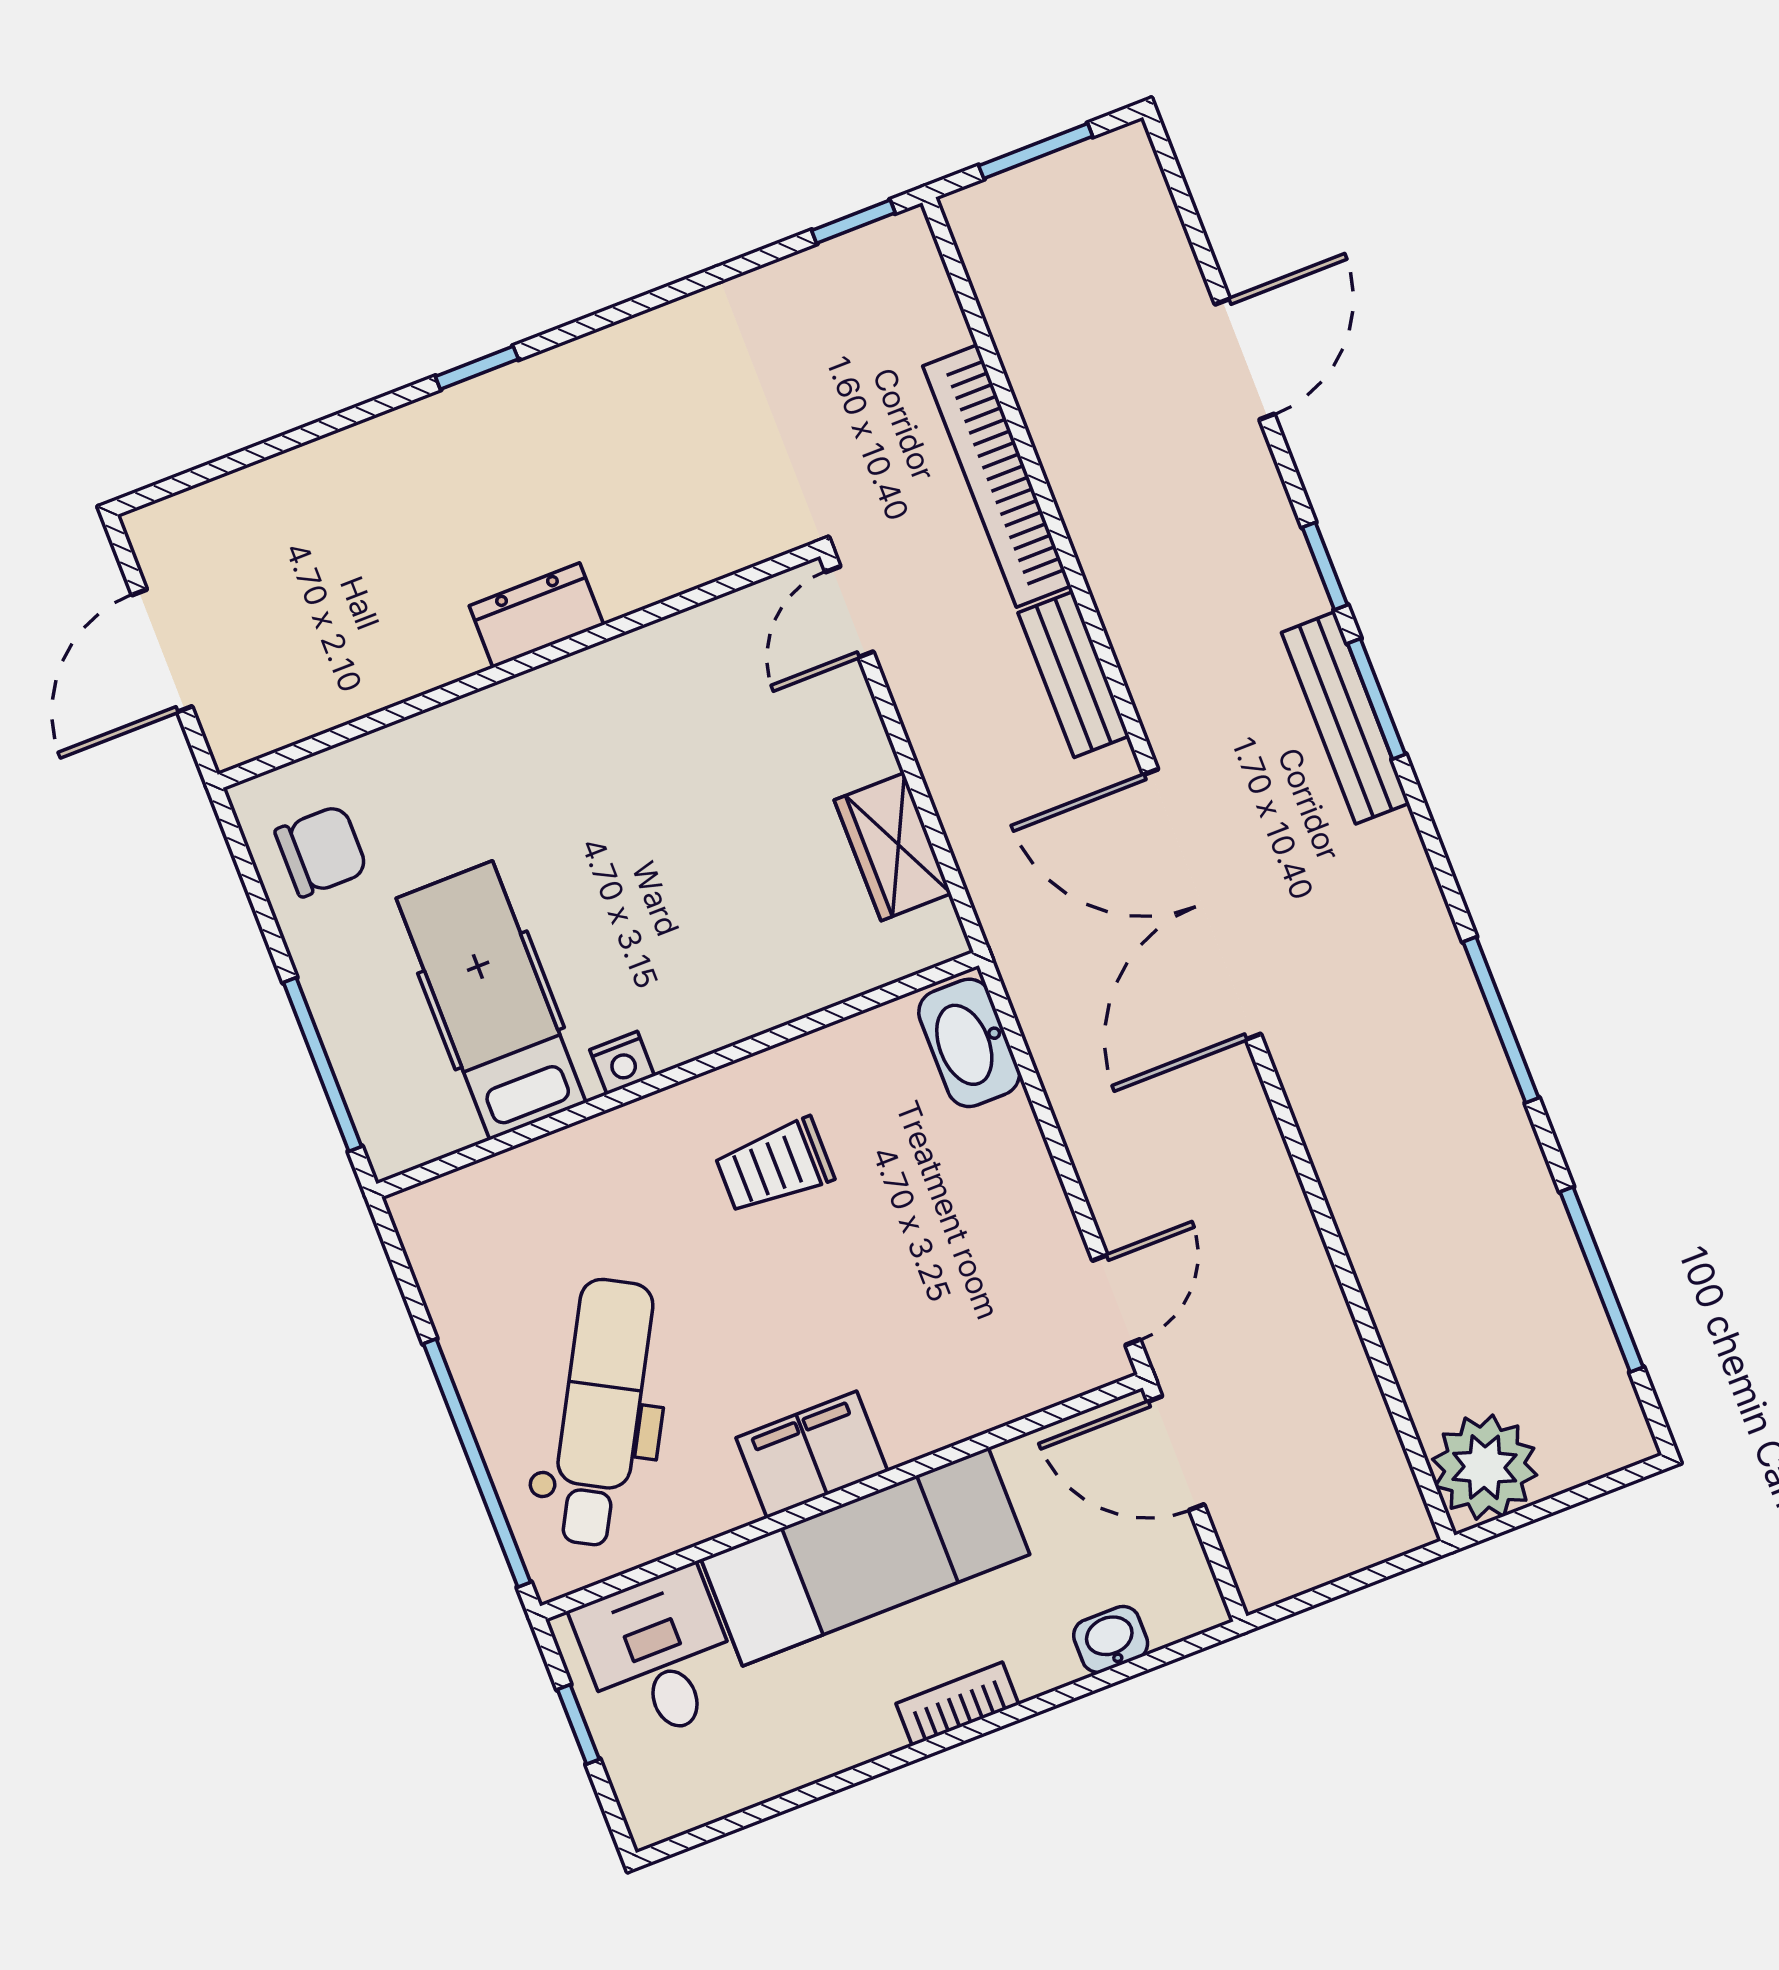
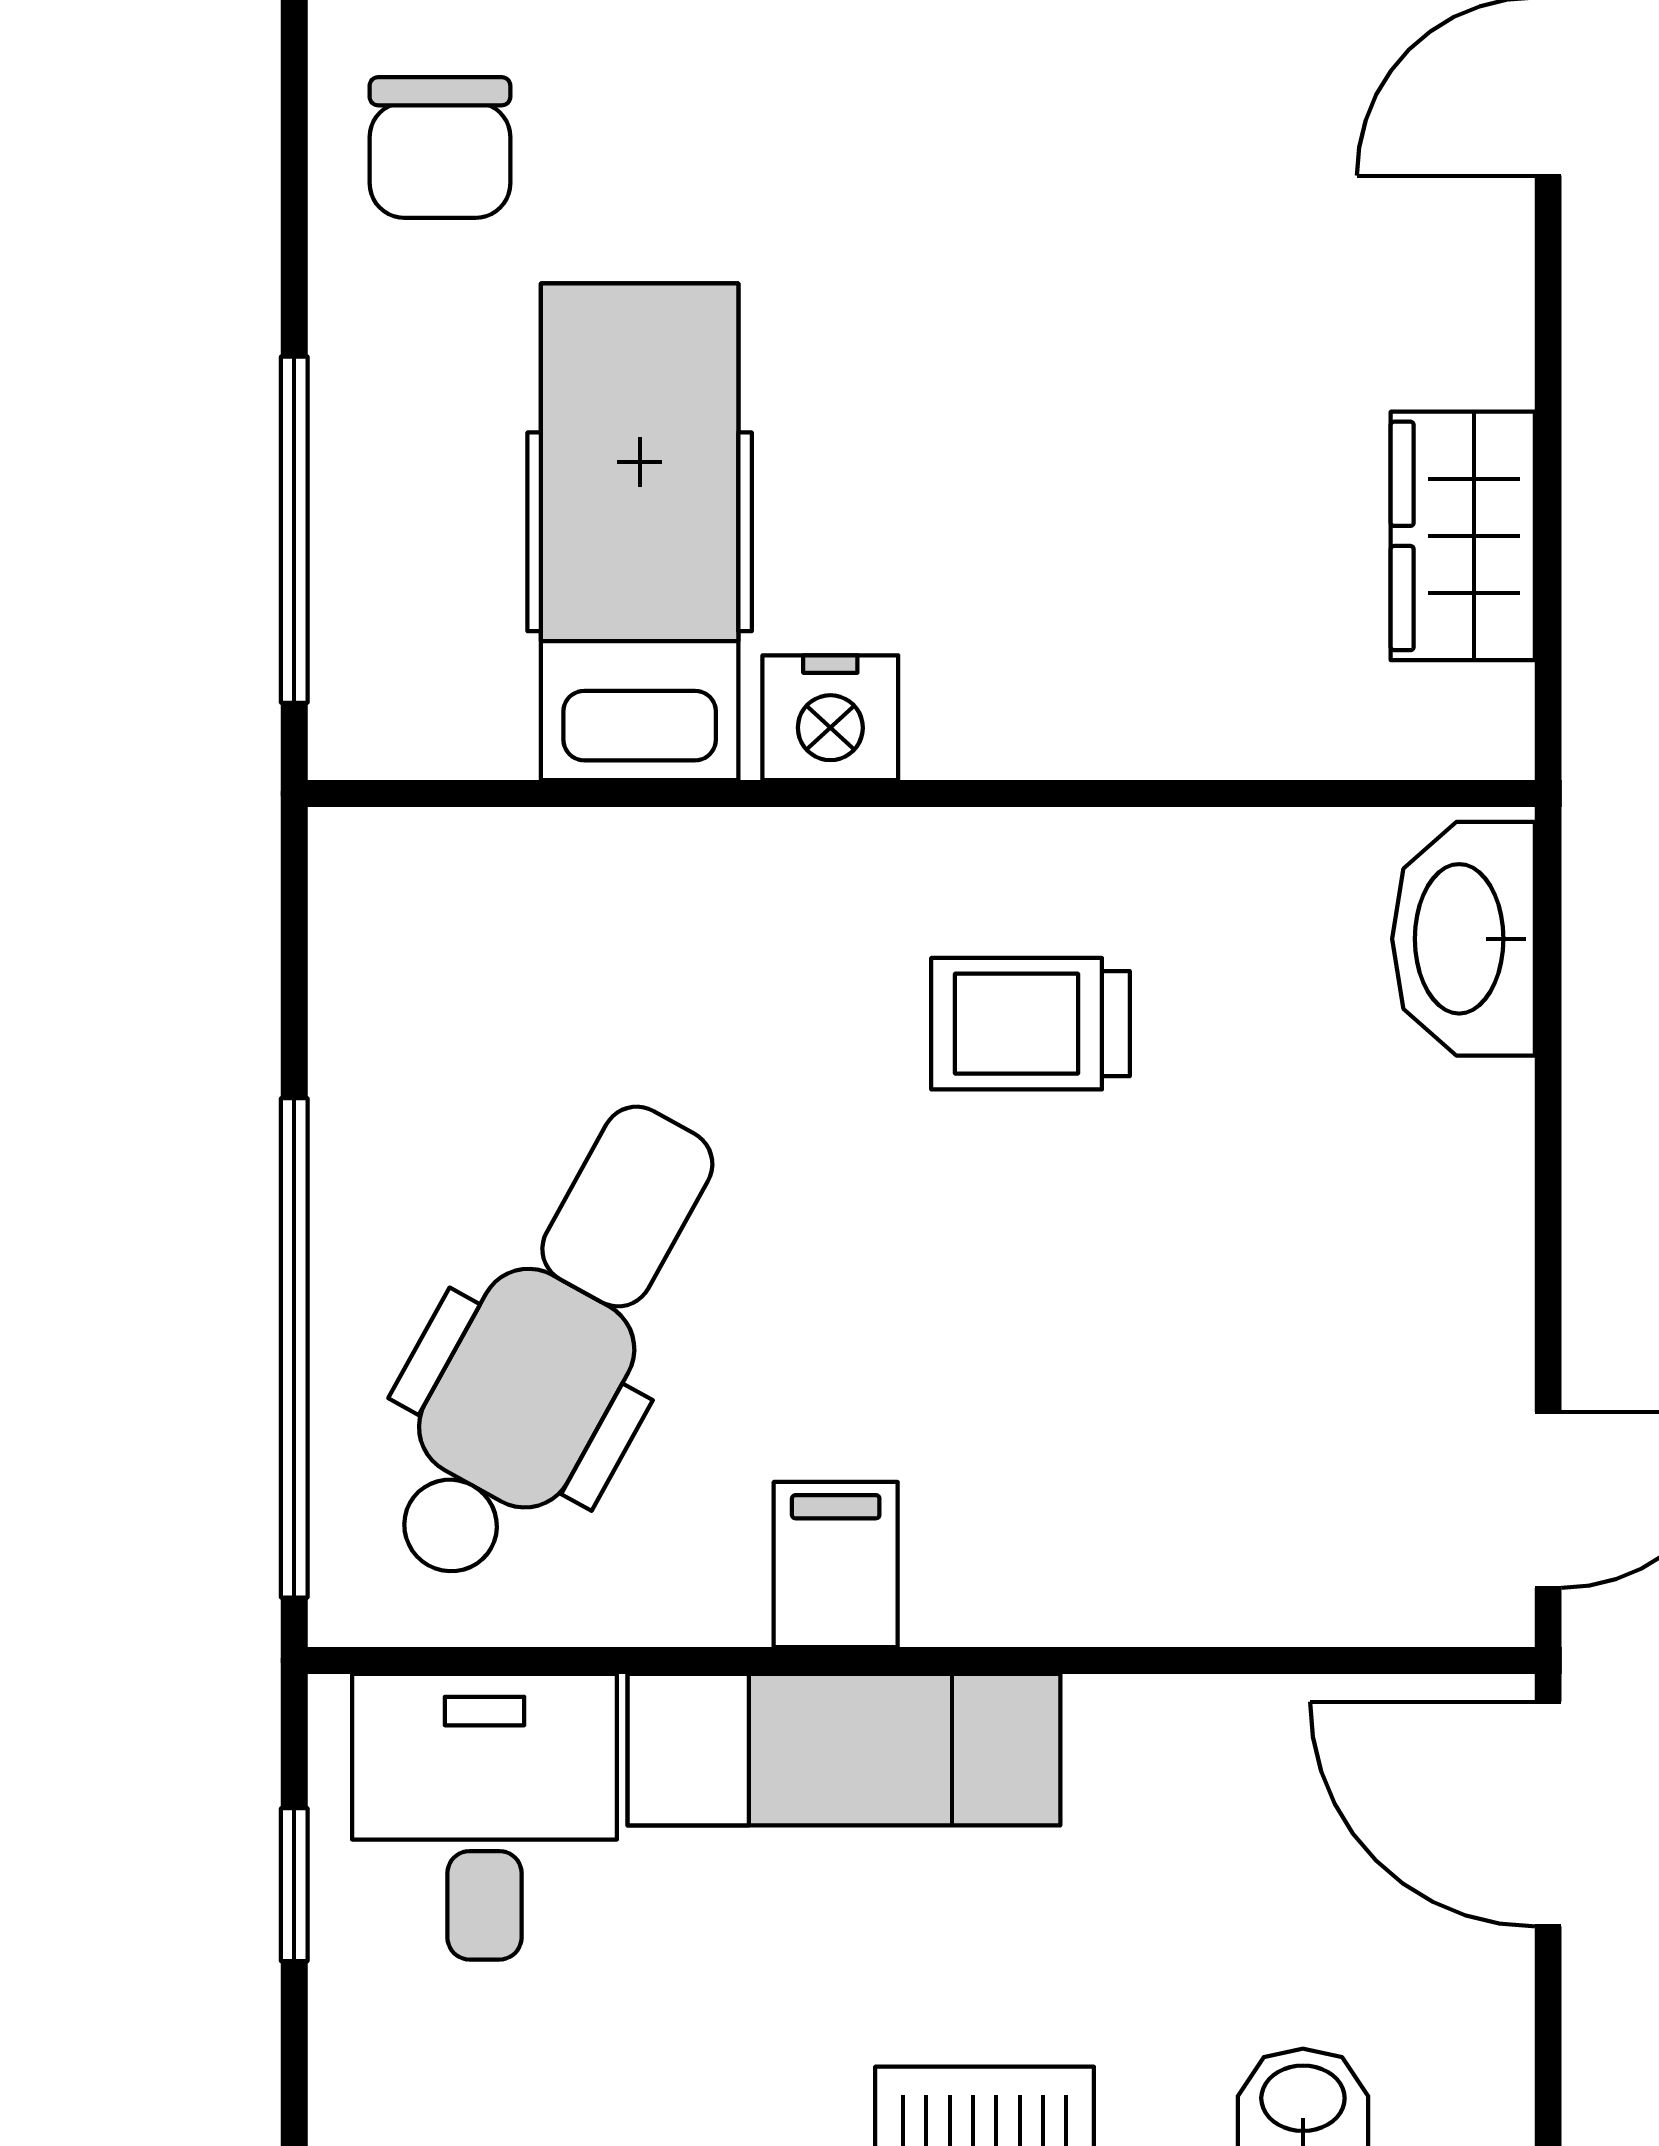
chair: (321, 851) -> (440, 148), turned 90
nightstand: (622, 1063) -> (830, 718), width x1.39, depth x1.35
filing cabinet: (812, 1455) -> (836, 1565), width x0.50
exam couch: (865, 1557) -> (844, 1750), width x0.73, depth x0.69

